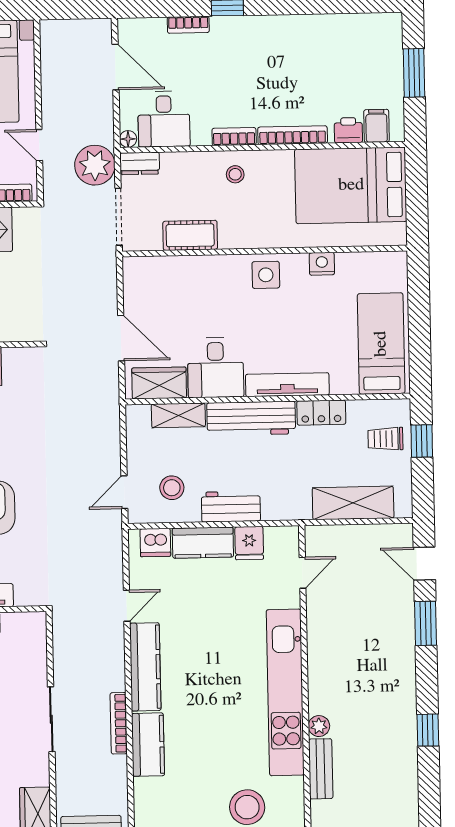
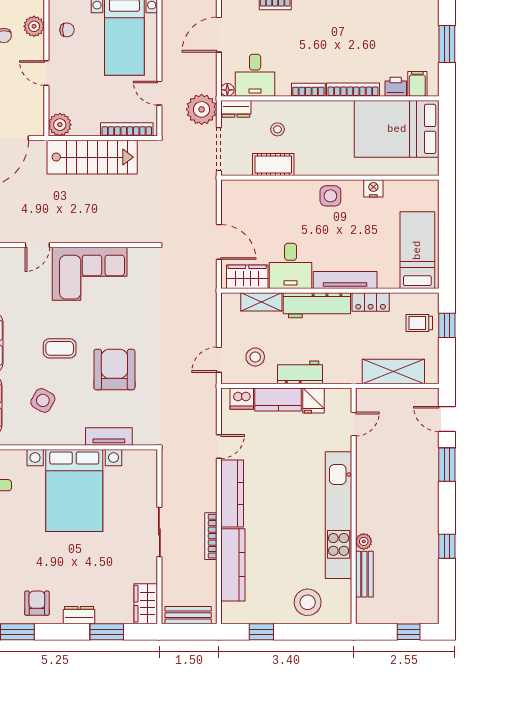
door: (115, 67) -> (219, 35), swing flipped
stool: (235, 174) -> (278, 129), moved
kitchen counter: (148, 745) -> (233, 565), width x1.50

